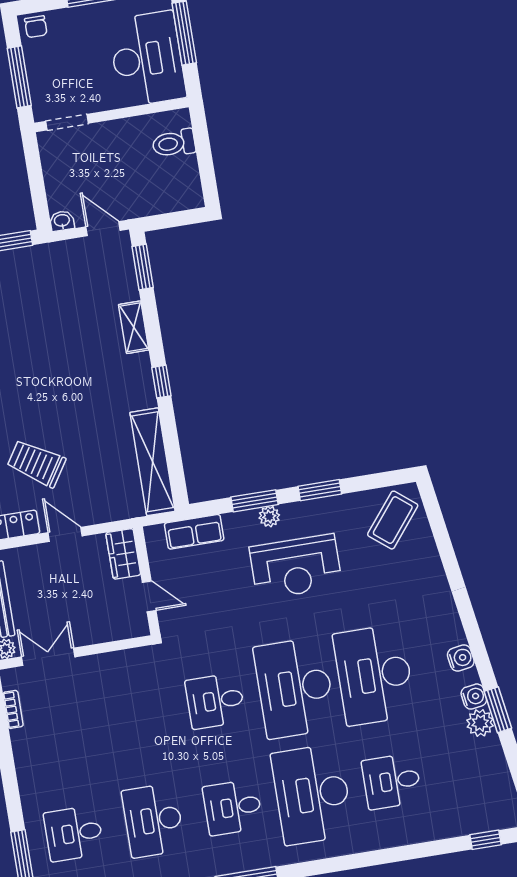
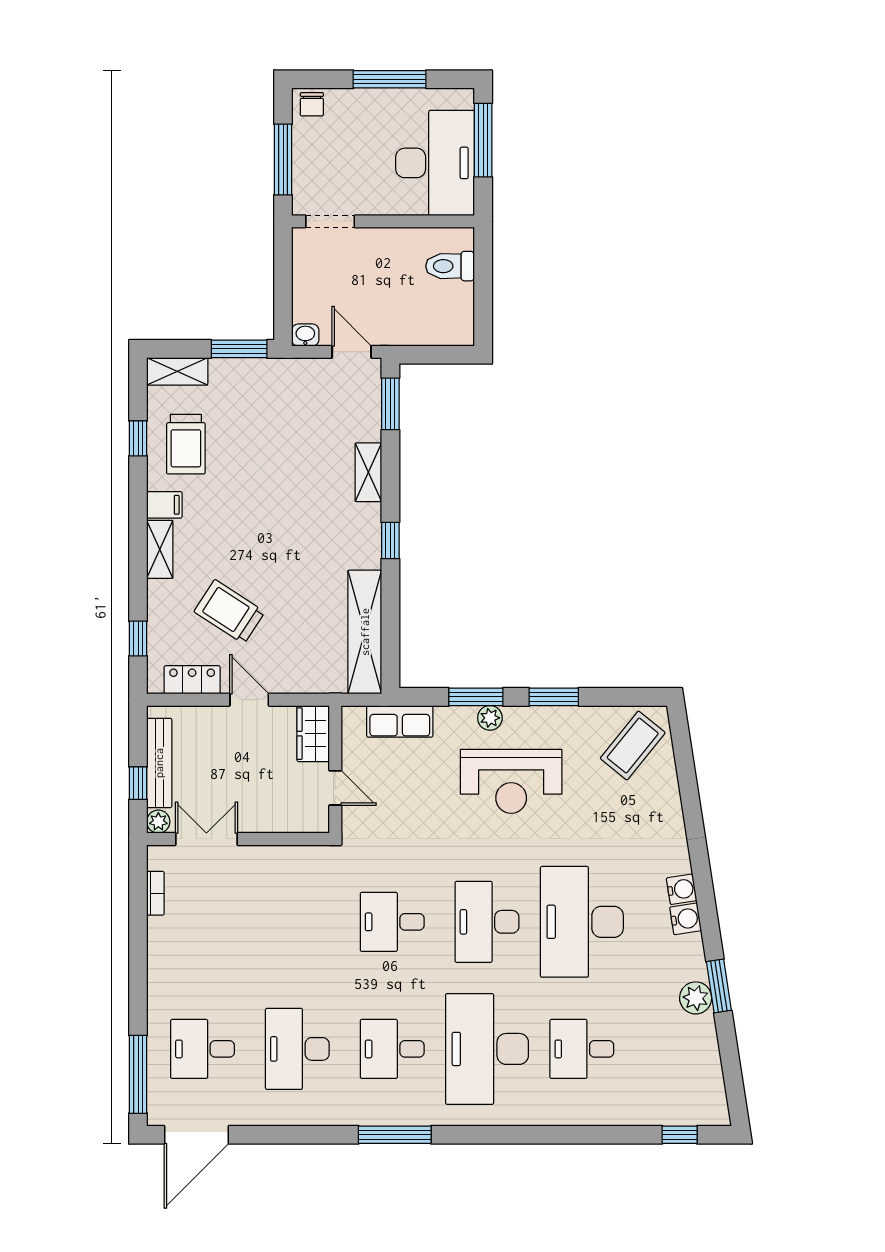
desk: (295, 688) -> (487, 922), width x0.73, depth x0.77
water cooler: (474, 697) -> (682, 889), moved

